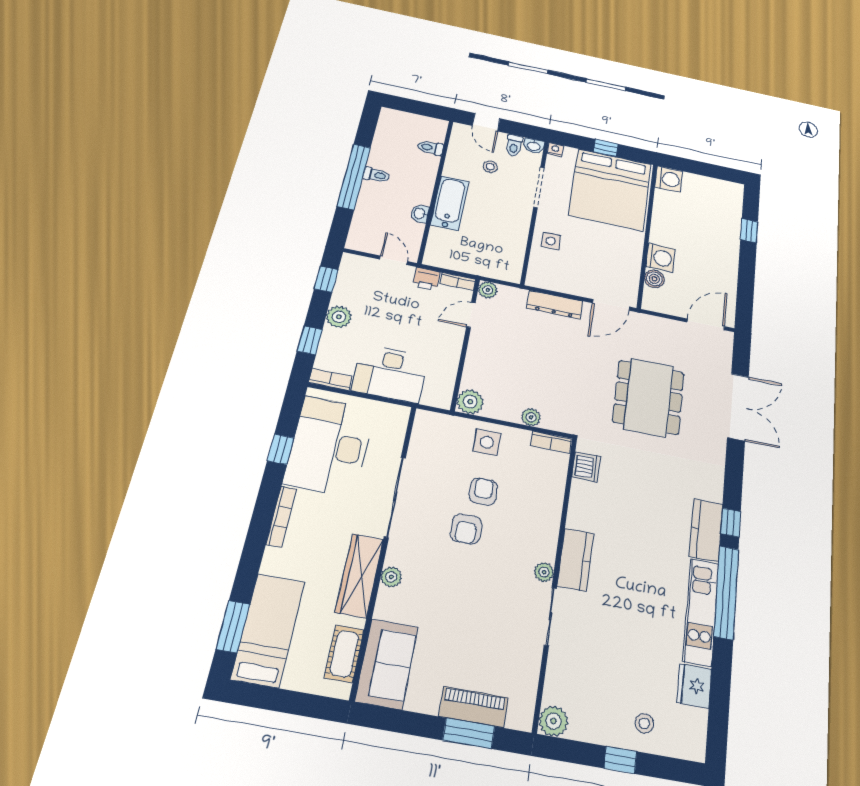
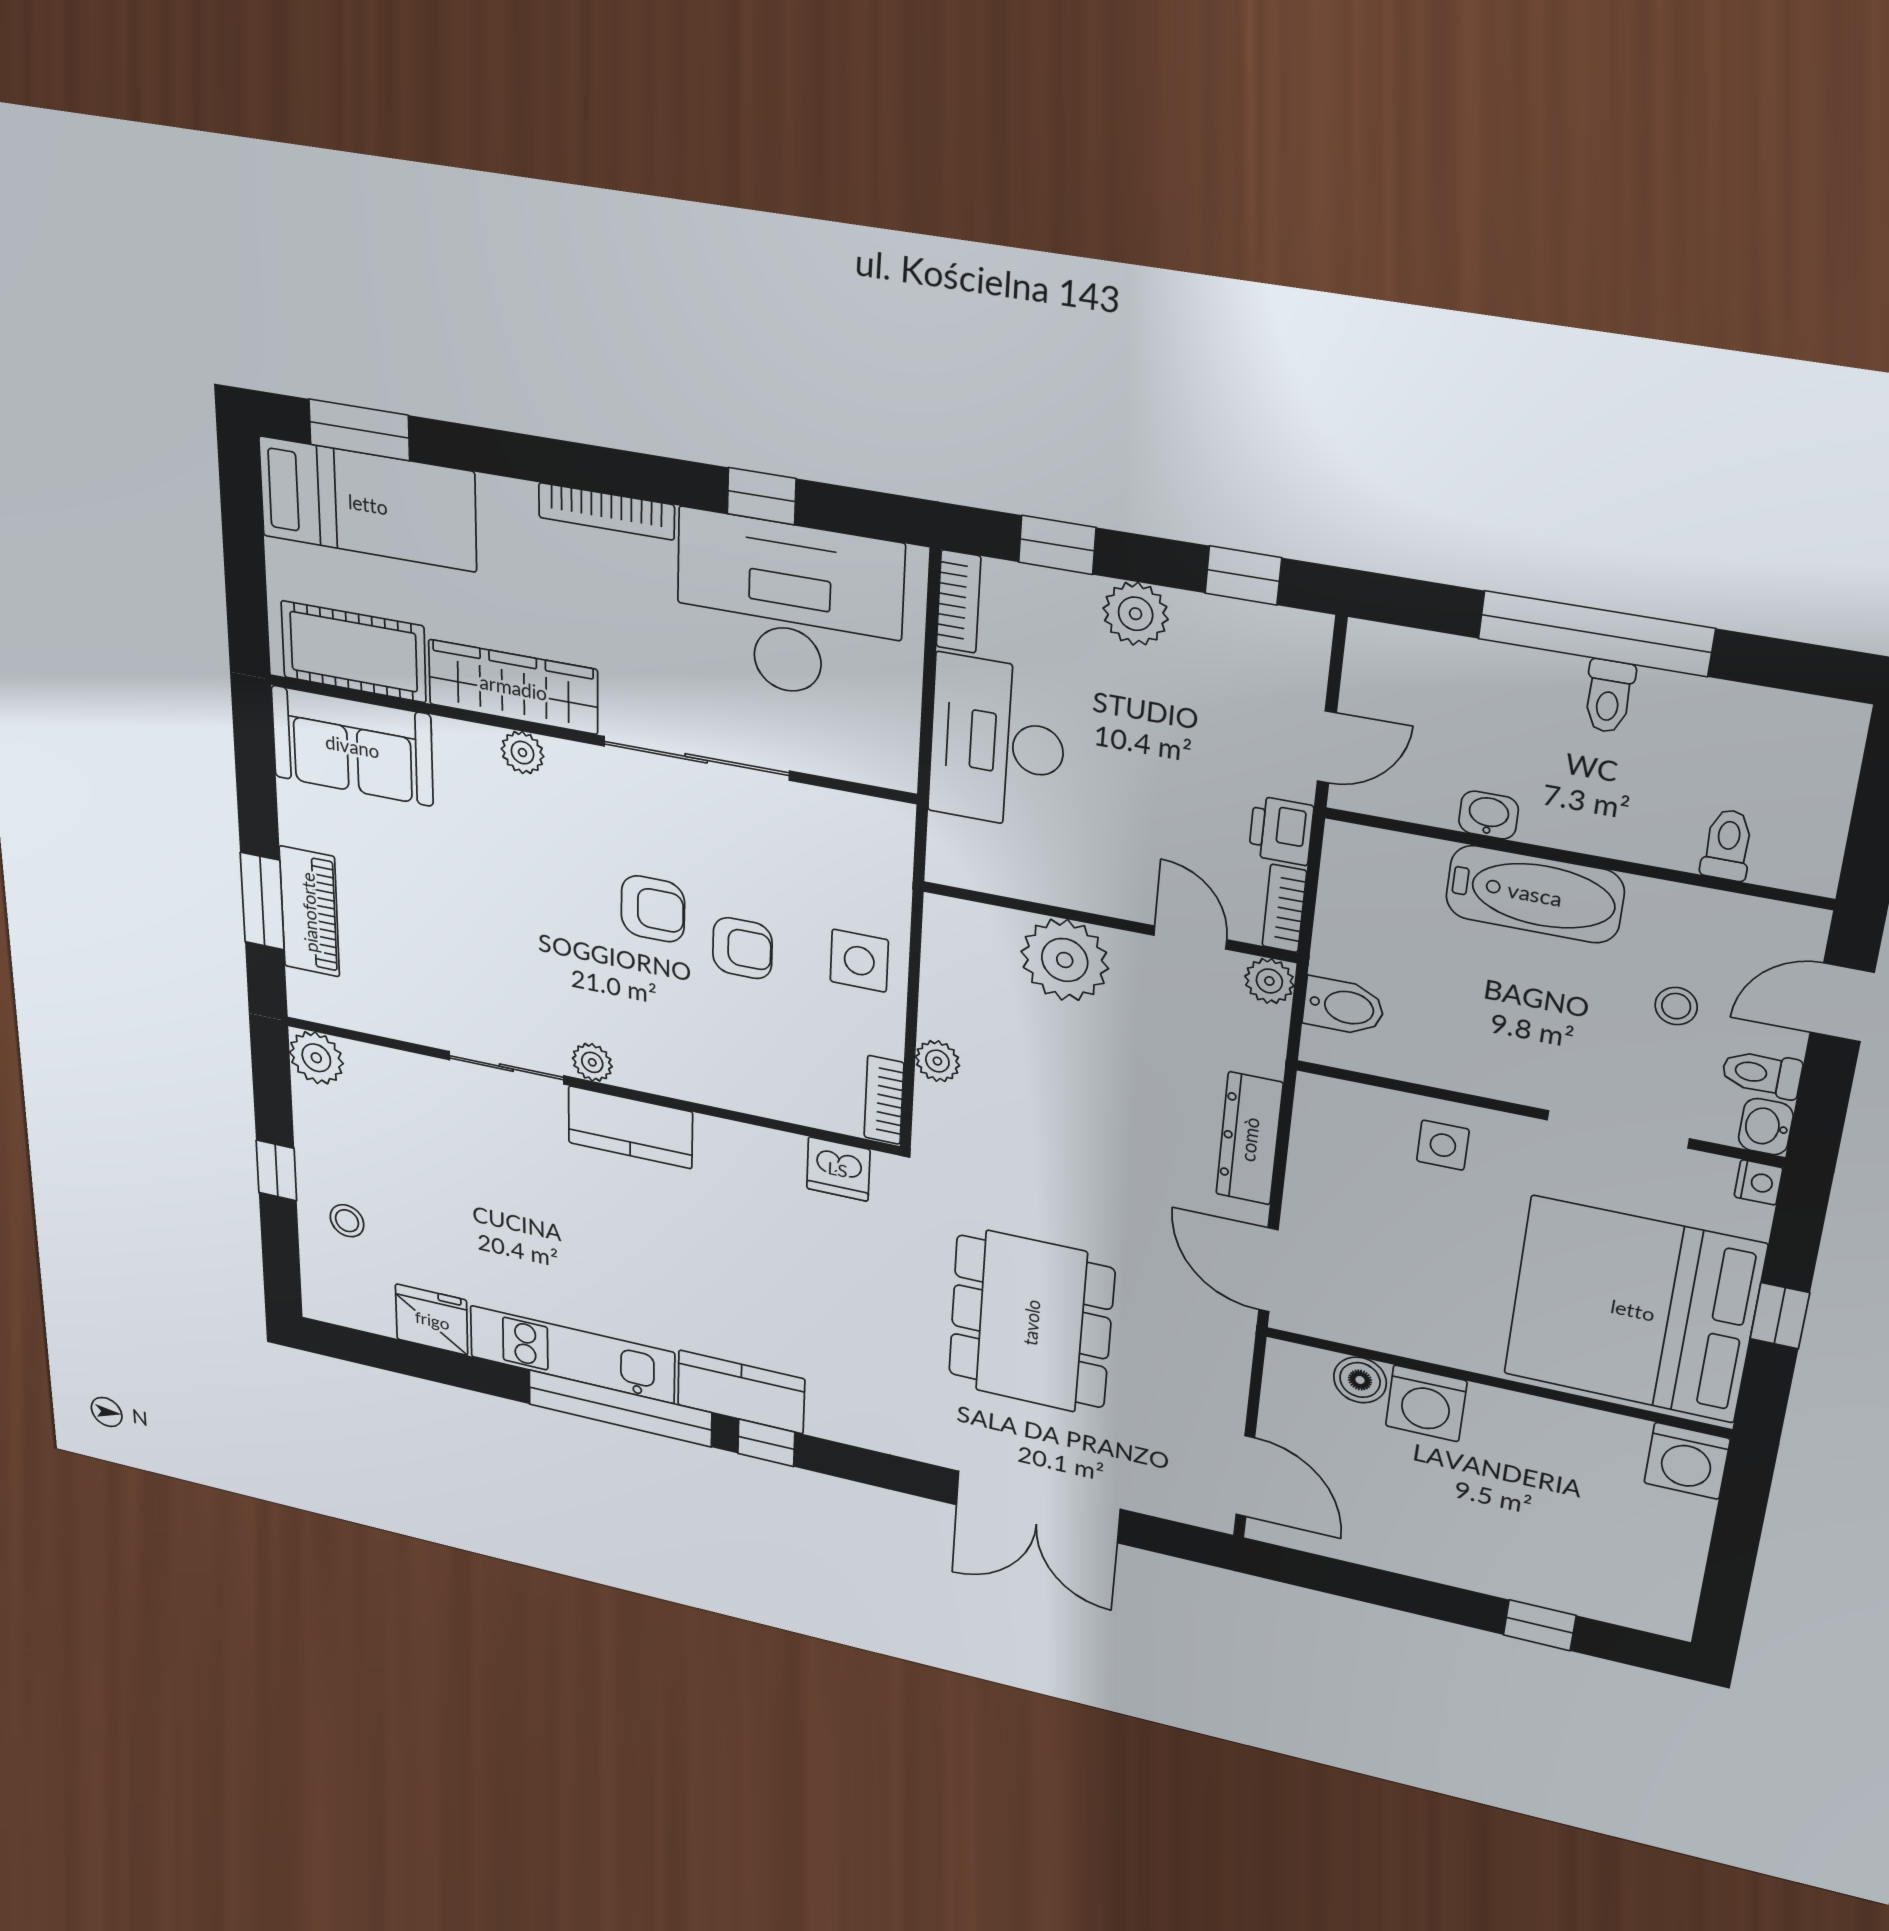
bidet: (497, 267) -> (1344, 1007), added
dining table: (649, 397) -> (1031, 1322), turned 90
plant: (470, 402) -> (1065, 960), moved, width x1.36, depth x1.36
armchair: (466, 529) -> (653, 909), turned 180
cot: (344, 654) -> (353, 652), width x1.37, depth x1.34

